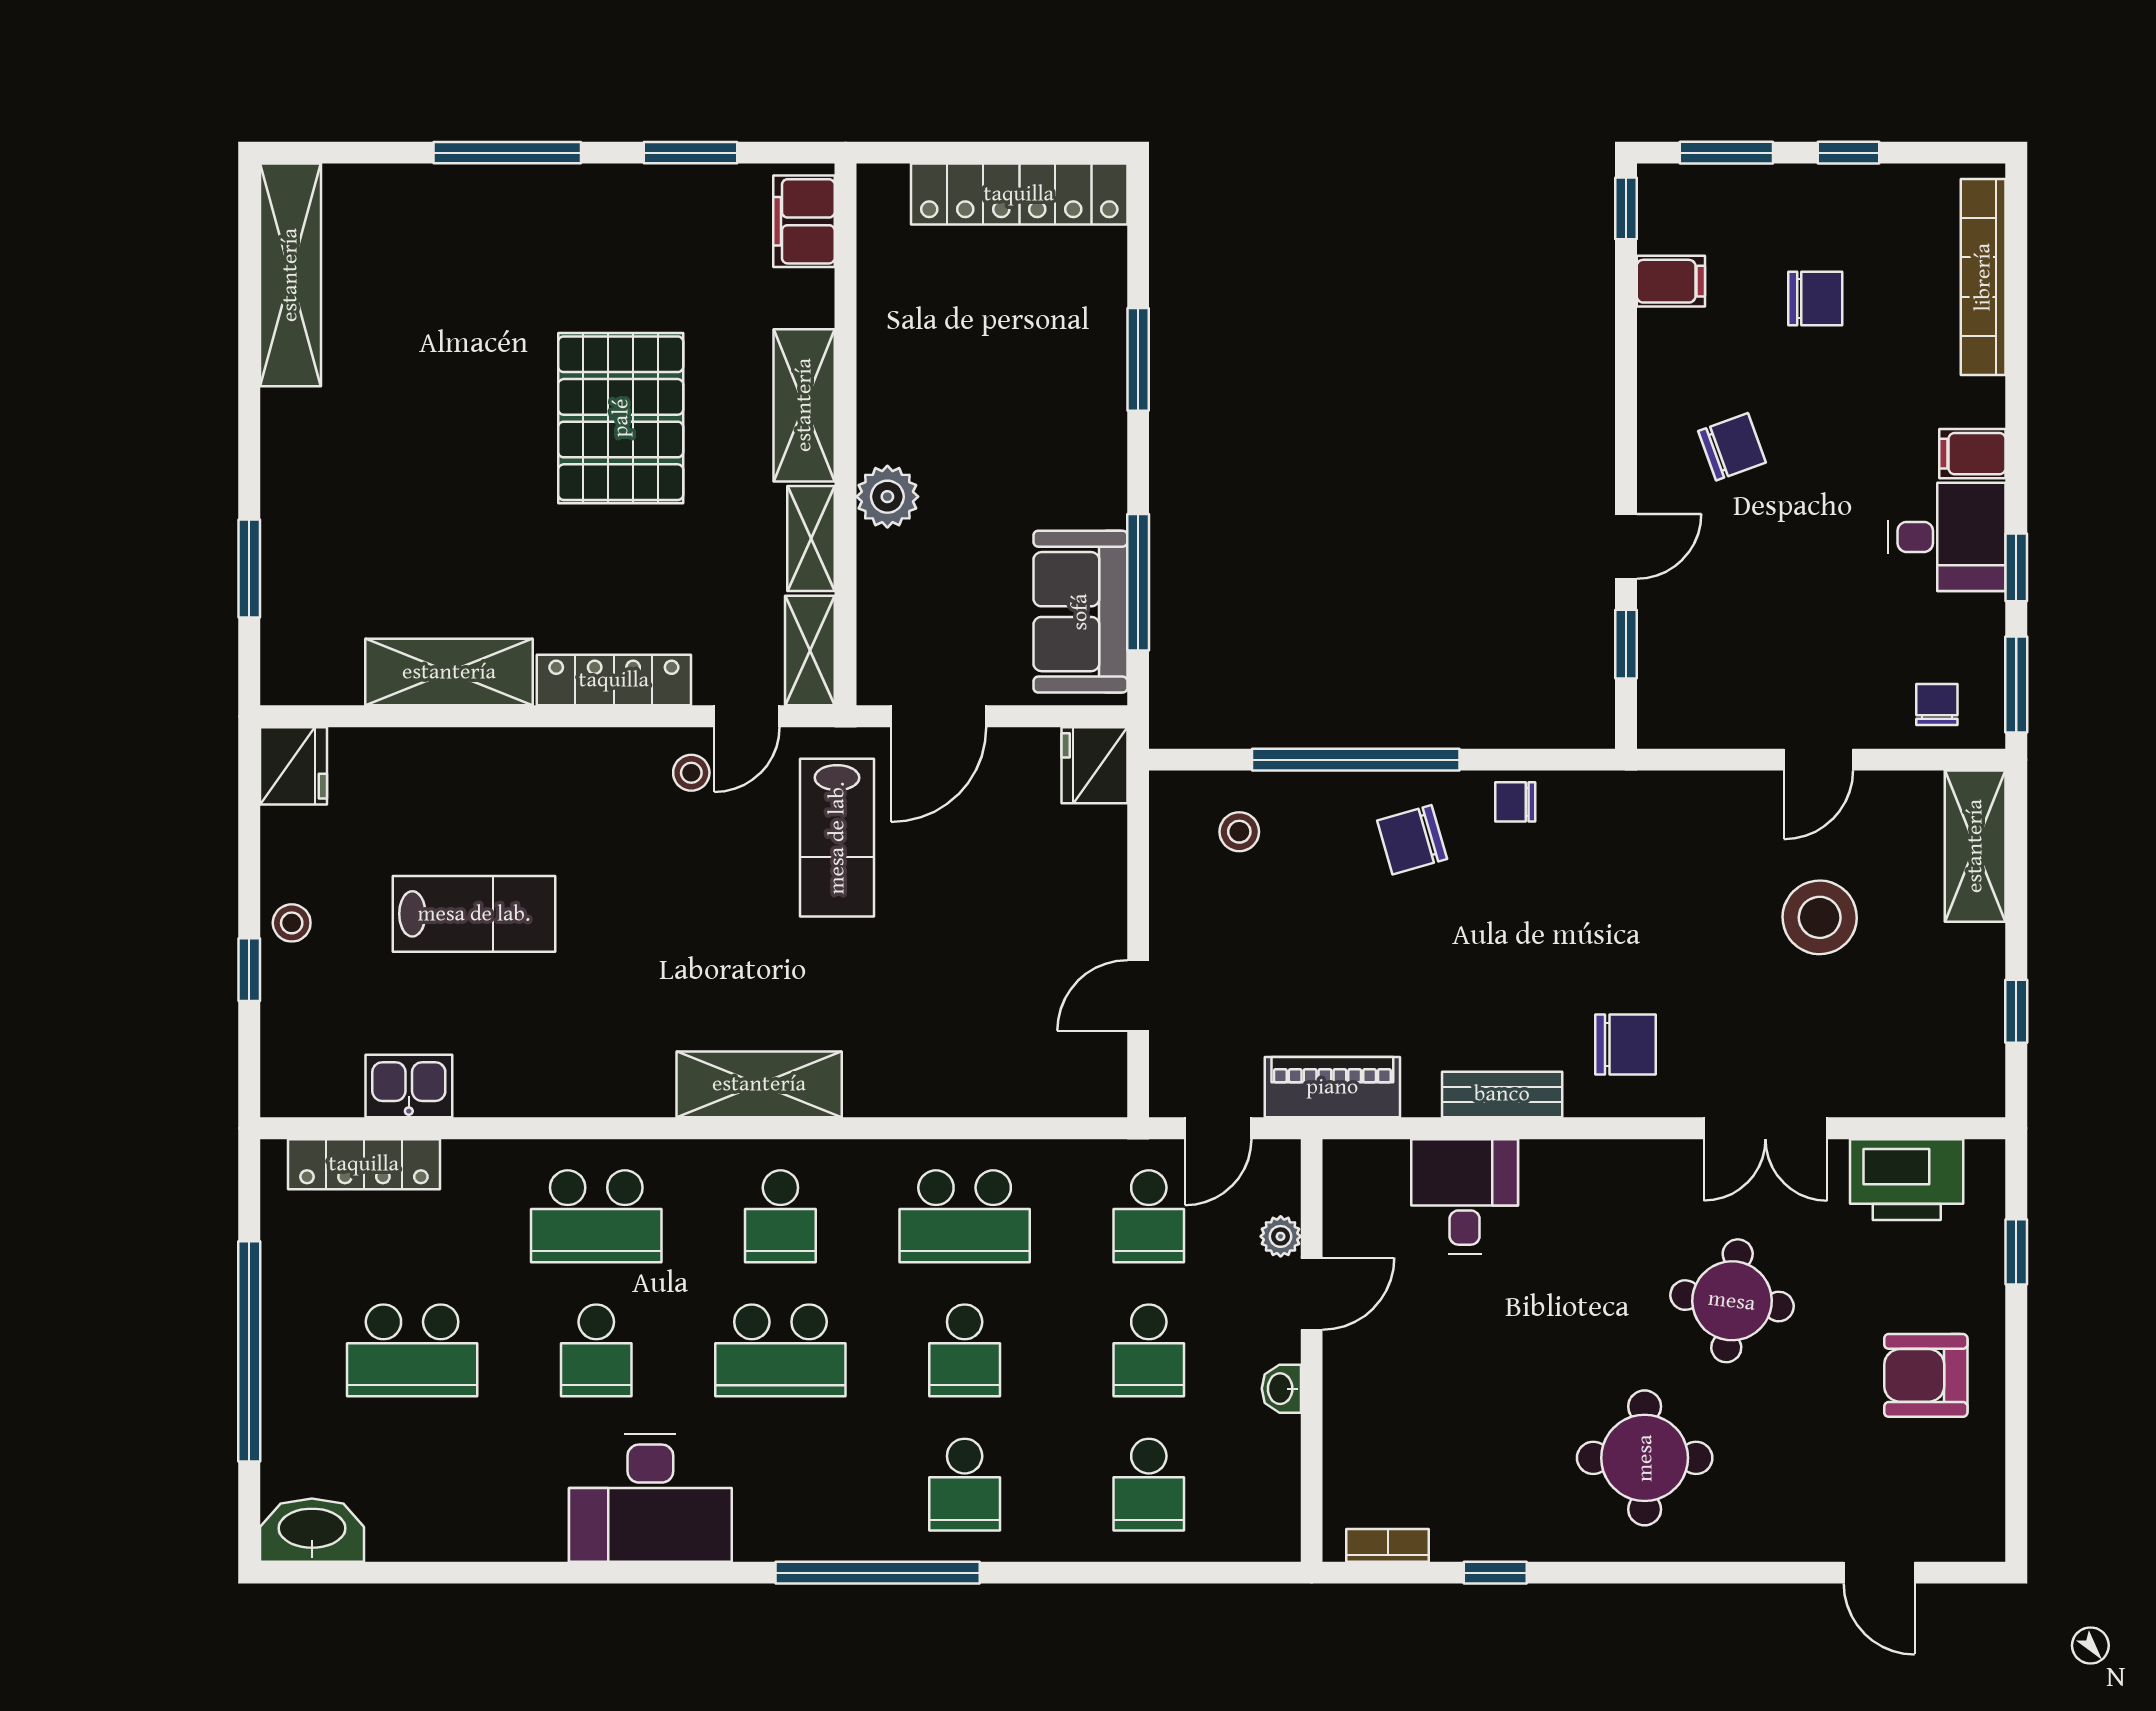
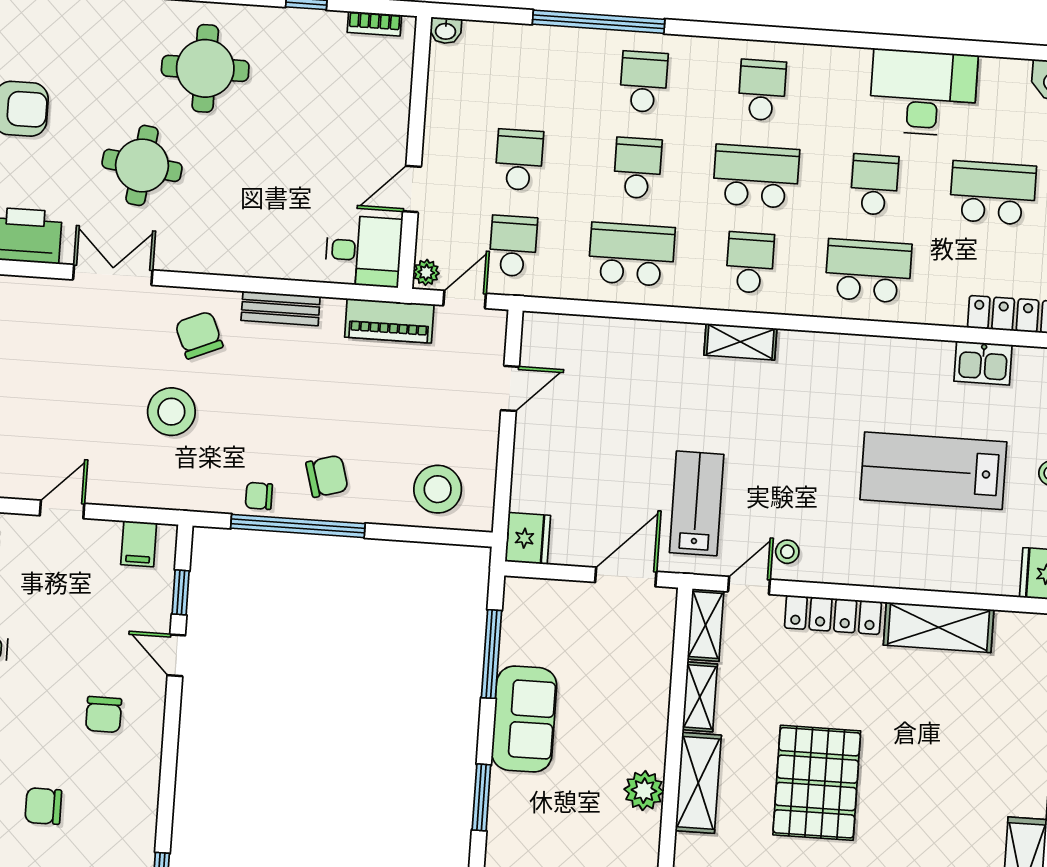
filing cabinet: (1671, 281) -> (139, 544), moved, turned -90
chair: (1732, 447) -> (104, 714), turned -70
plant: (887, 497) -> (644, 791), moved
door: (1626, 546) -> (176, 655), hinge flipped
sofa: (1080, 612) -> (524, 719), moved
window: (1356, 760) -> (298, 526), moved
chair: (1515, 802) -> (259, 496), turned 180
stool: (1239, 832) -> (438, 489), width x1.89, depth x1.89
lab bench: (474, 914) -> (933, 471), width x1.36, depth x1.39
stool: (1820, 917) -> (171, 412), moved
chair: (1625, 1044) -> (199, 335), turned 67
shelving: (759, 1084) -> (740, 342), width x0.67, depth x0.75
desk: (1465, 1197) -> (363, 251), moved, turned -90
plant: (1281, 1236) -> (426, 272), moved
washbasin: (1281, 1389) -> (446, 31), moved, turned 90
school desk: (1149, 1485) -> (762, 90), moved
desk: (650, 1498) -> (923, 93), moved
window: (878, 1573) -> (599, 22), moved

